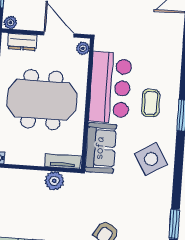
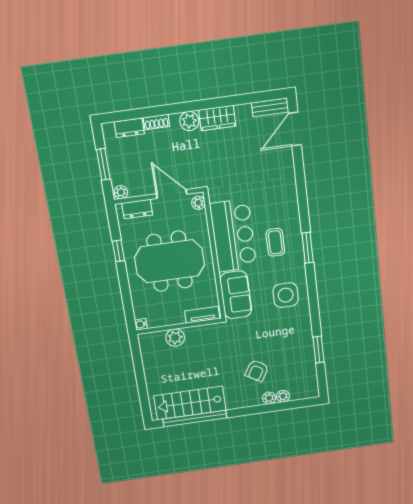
side table: (151, 159) -> (286, 295), turned 32
plant: (54, 181) -> (175, 338), moved

